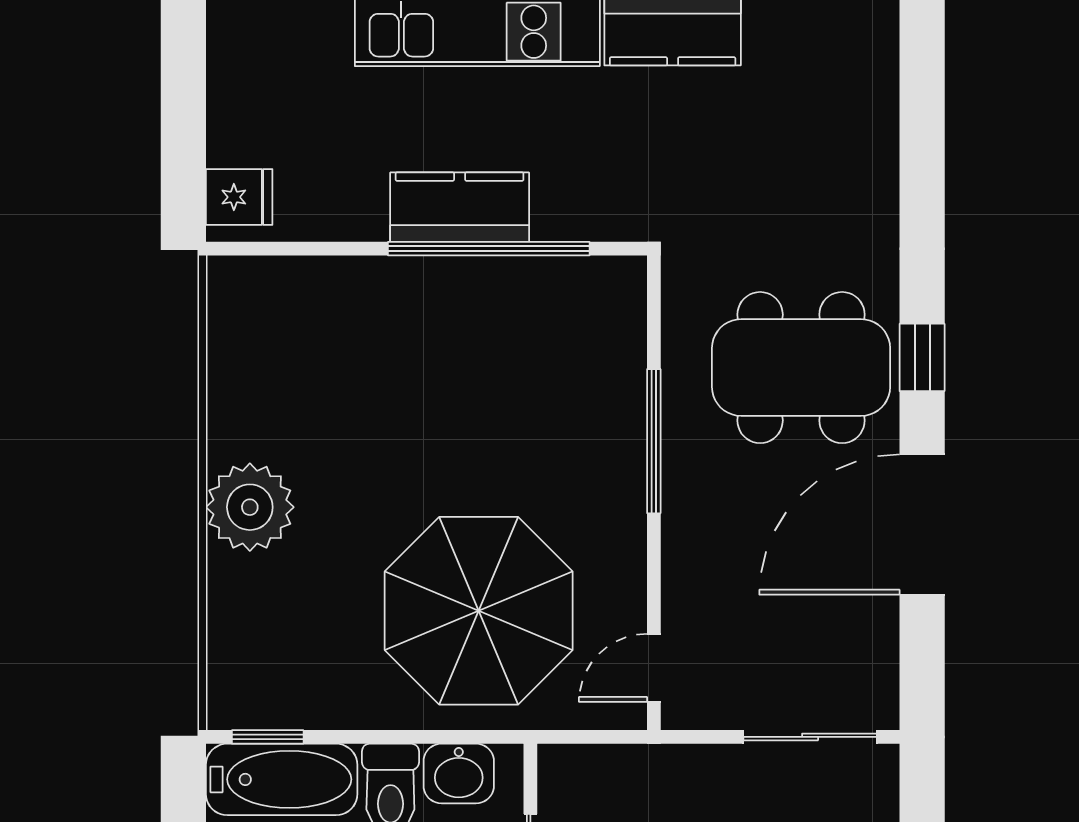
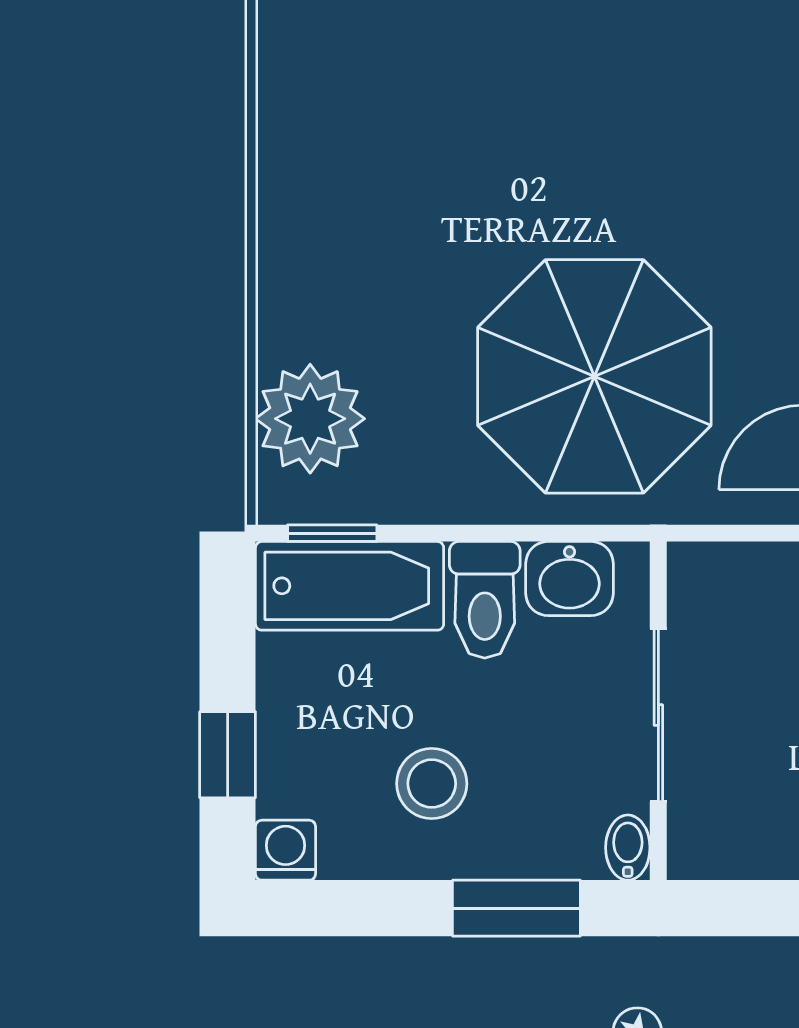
plant: (250, 507) -> (310, 419), moved

